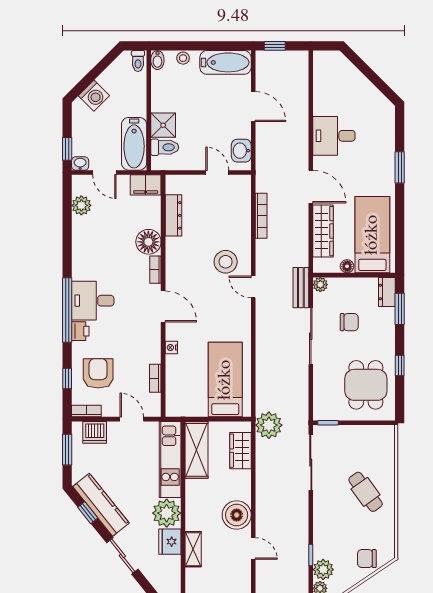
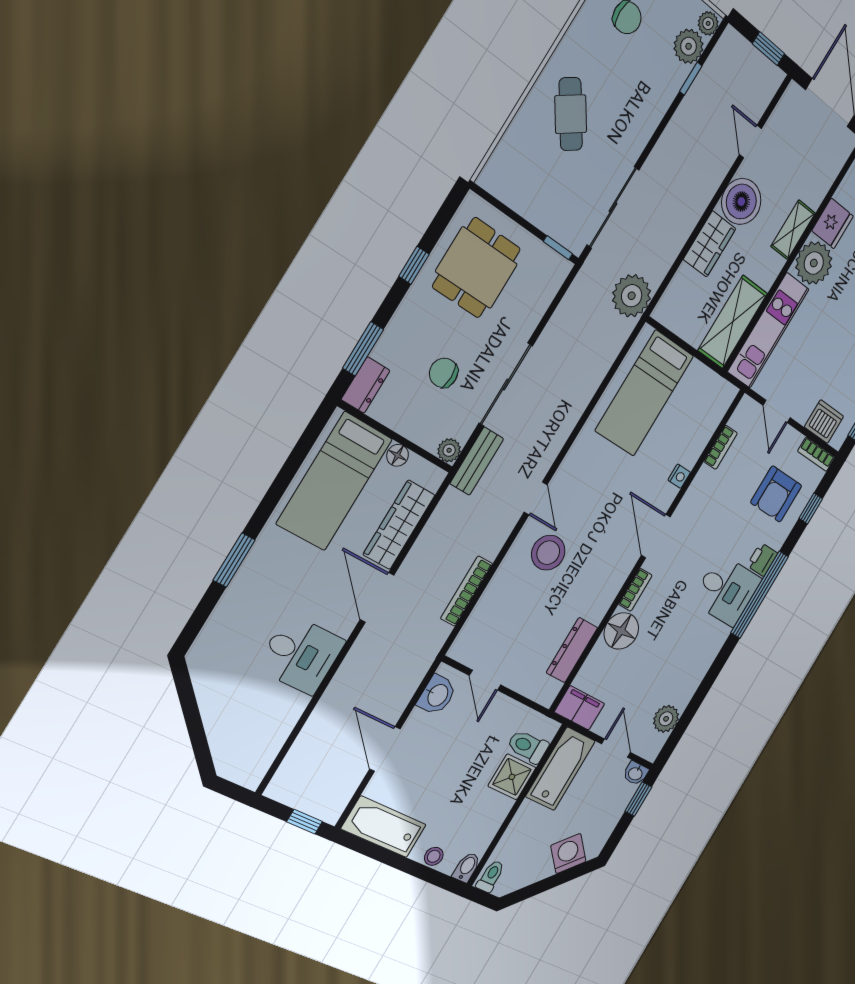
wardrobe: (240, 451) -> (710, 244), moved
shelving: (193, 549) -> (793, 230), moved

